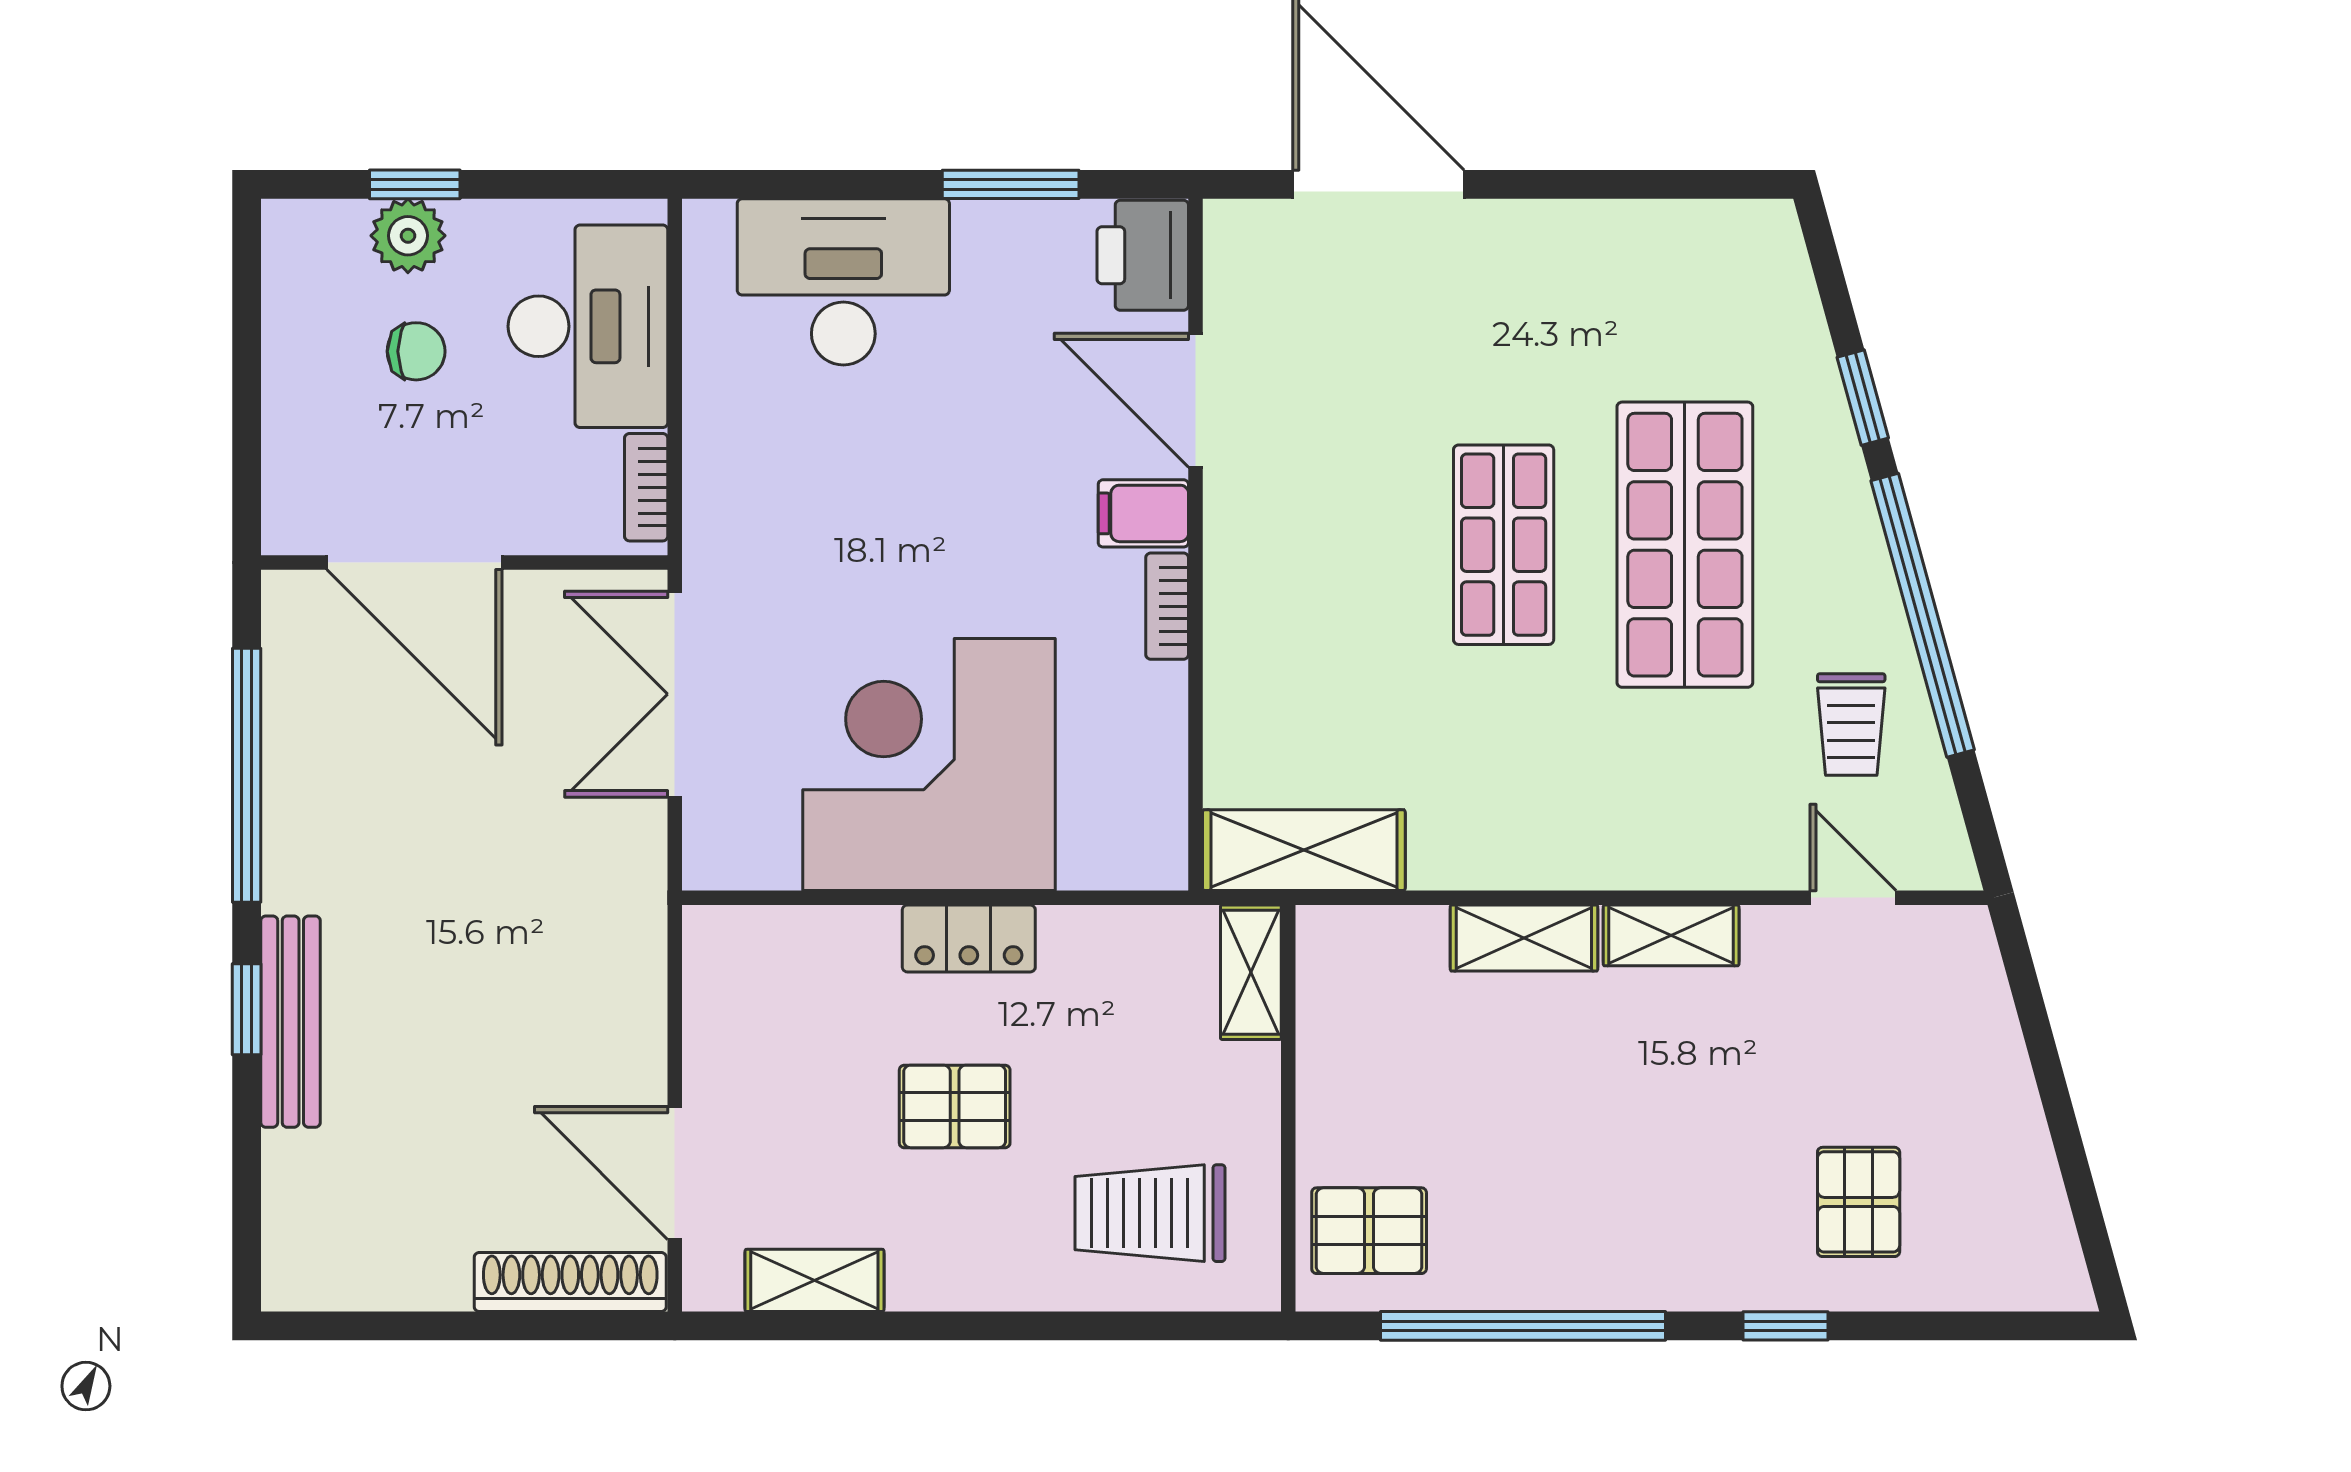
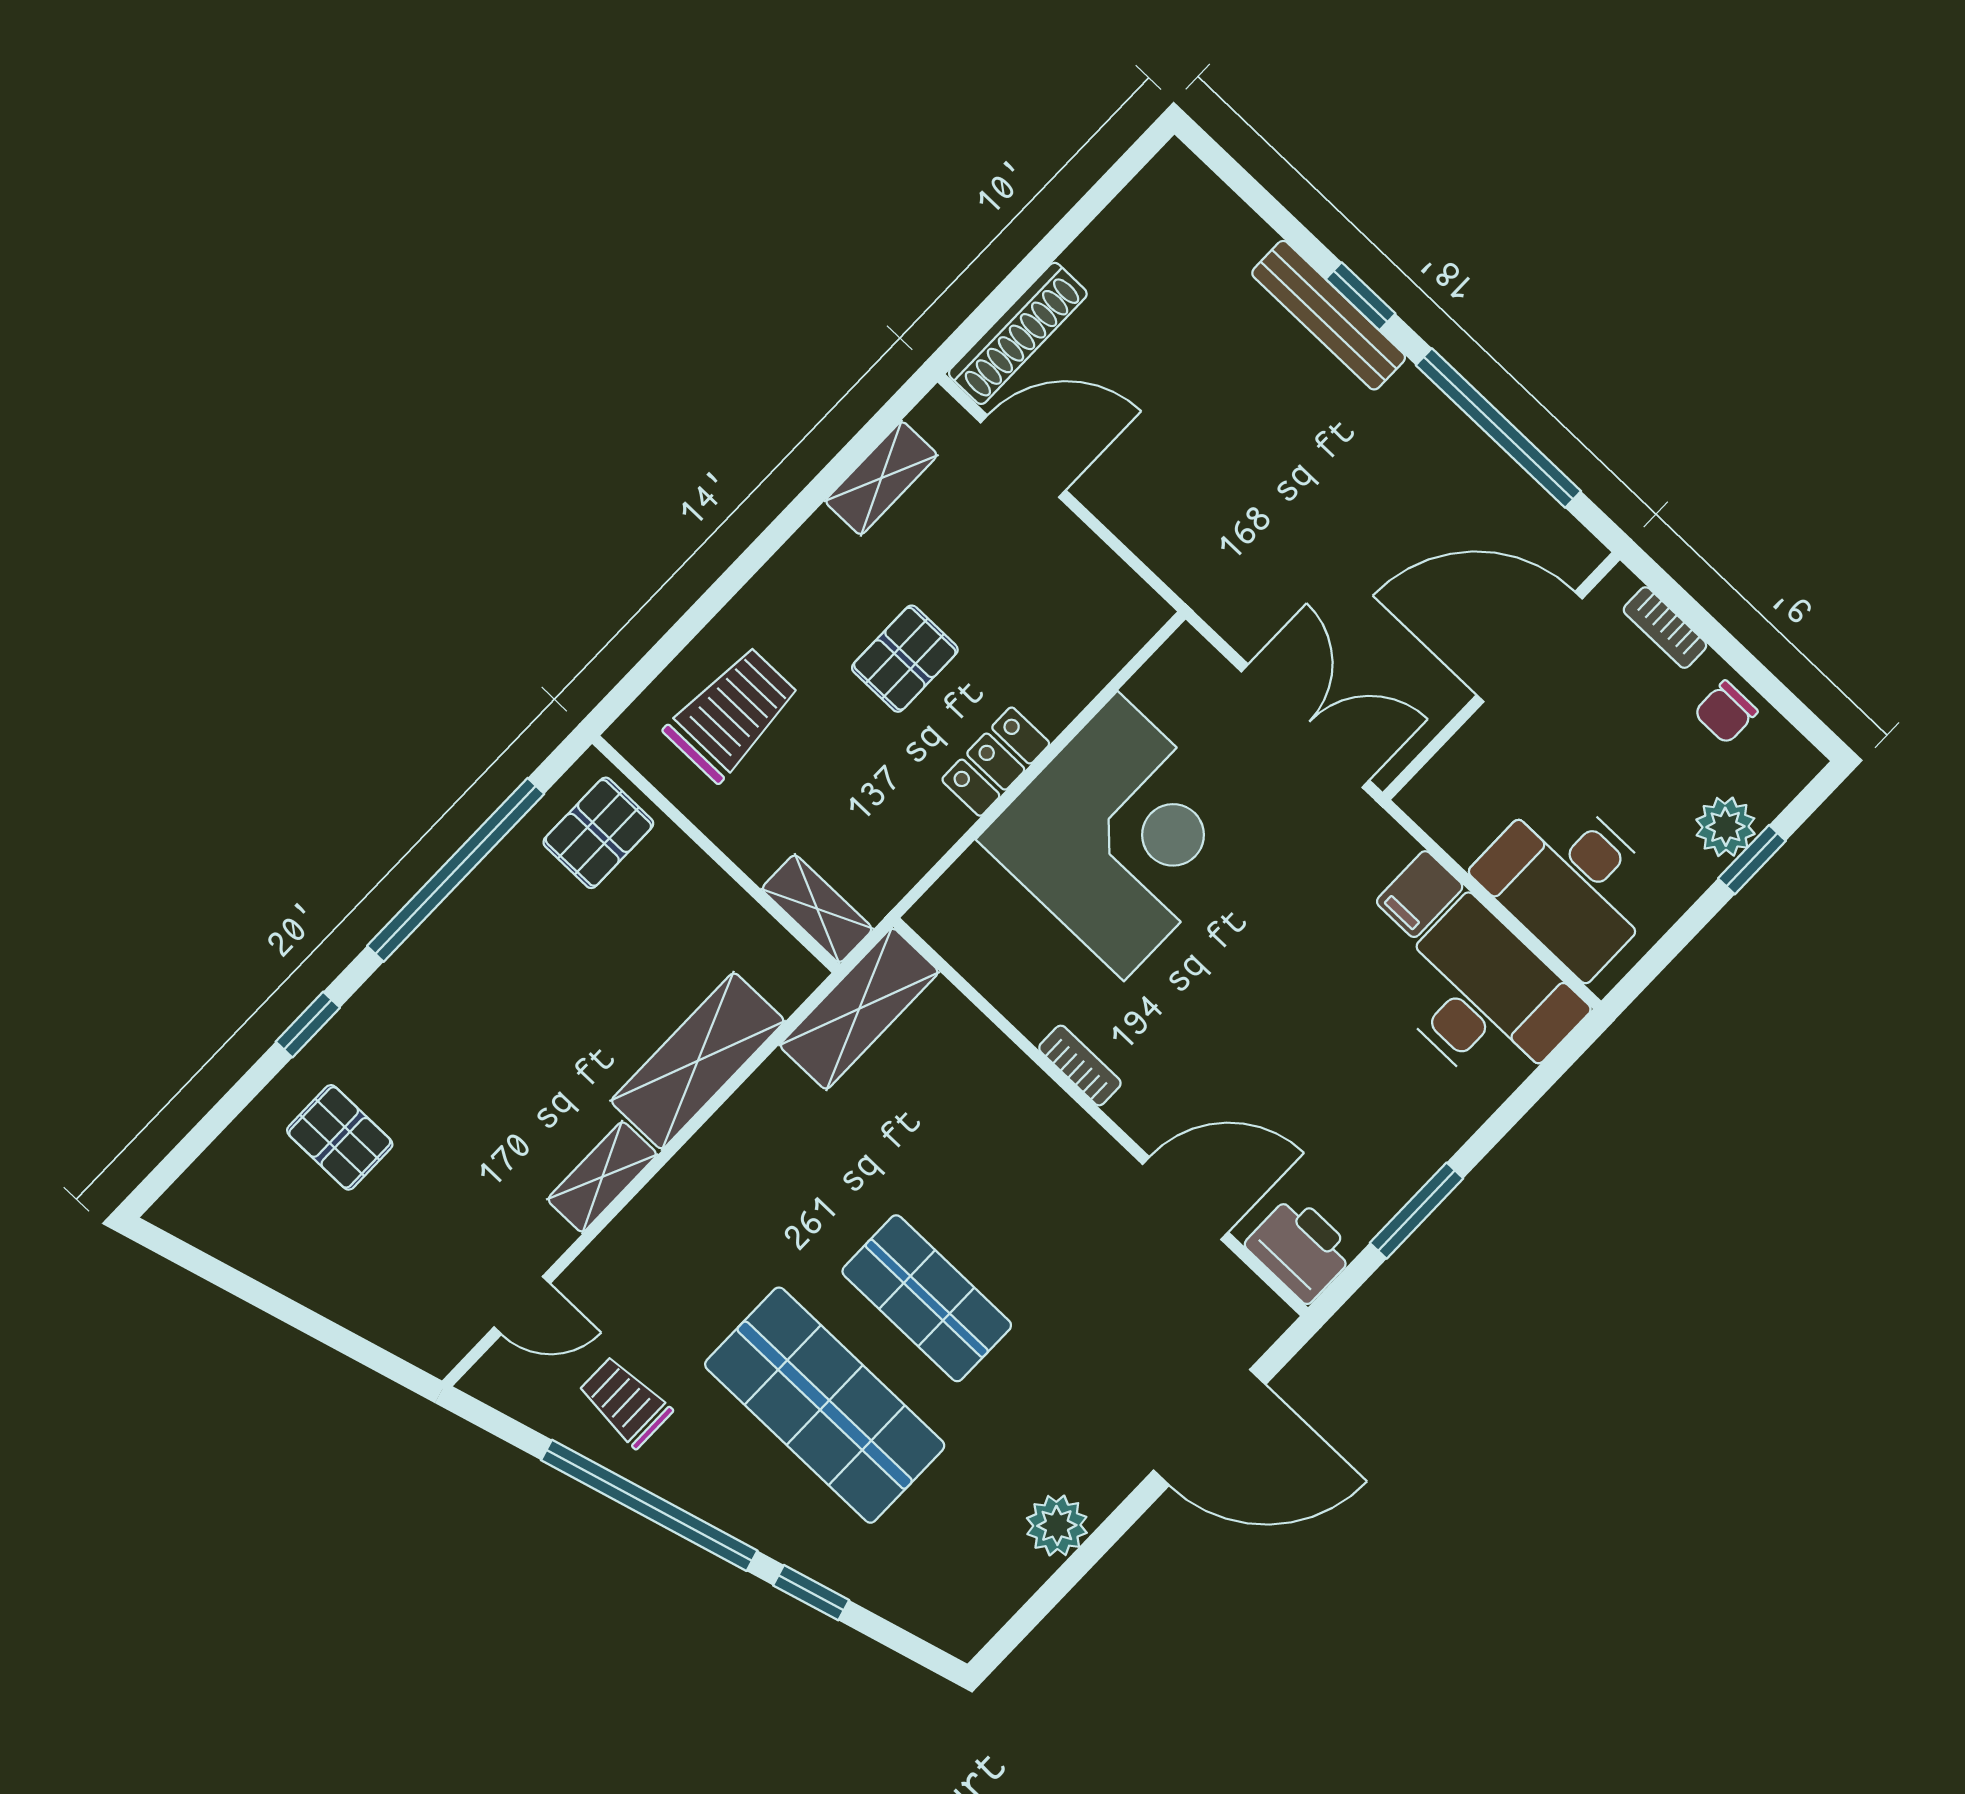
plant: (1595, 237) -> (1057, 1525), added
desk: (843, 282) -> (1484, 998), moved, turned -90
chair: (416, 351) -> (1726, 712), moved
bookcase: (646, 487) -> (1665, 628), moved, turned 180
filing cabinet: (1143, 513) -> (1420, 894), moved, turned 180
shelving: (1524, 938) -> (698, 1061), width x1.50, depth x1.33

